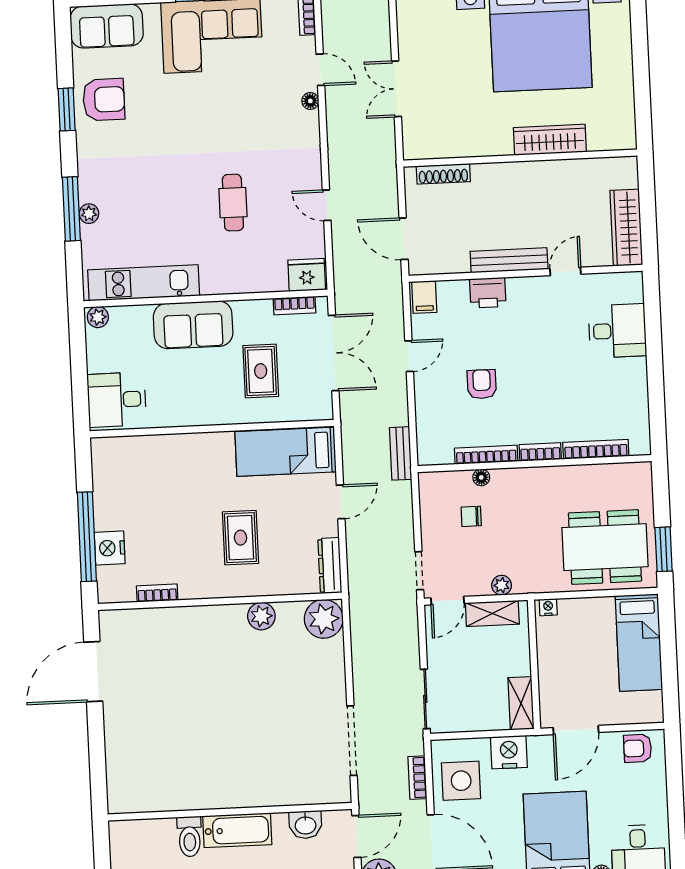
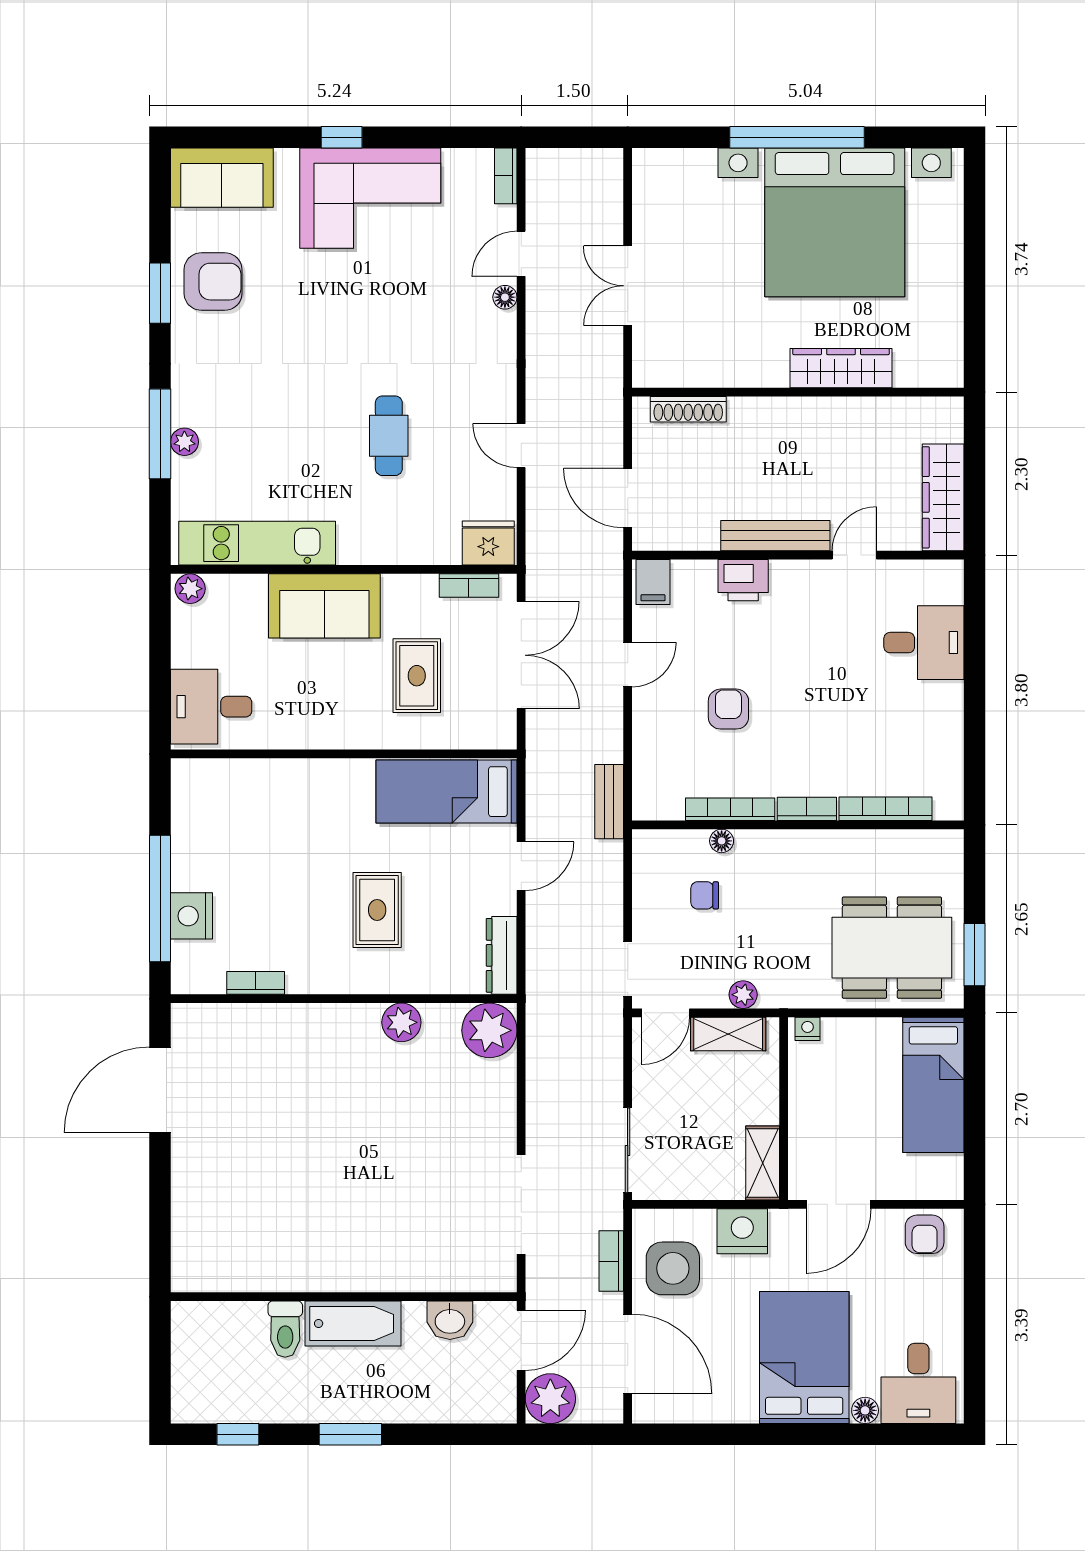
door: (320, 70) -> (521, 254), swing flipped
armchair: (638, 748) -> (925, 1234), turned -90

